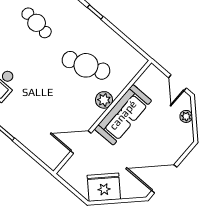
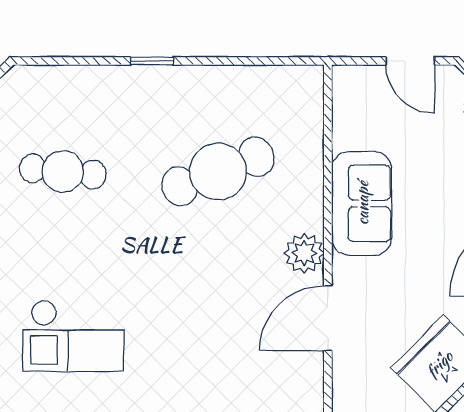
plant: (104, 100) -> (304, 253), moved
sofa: (123, 115) -> (362, 203), width x0.73

